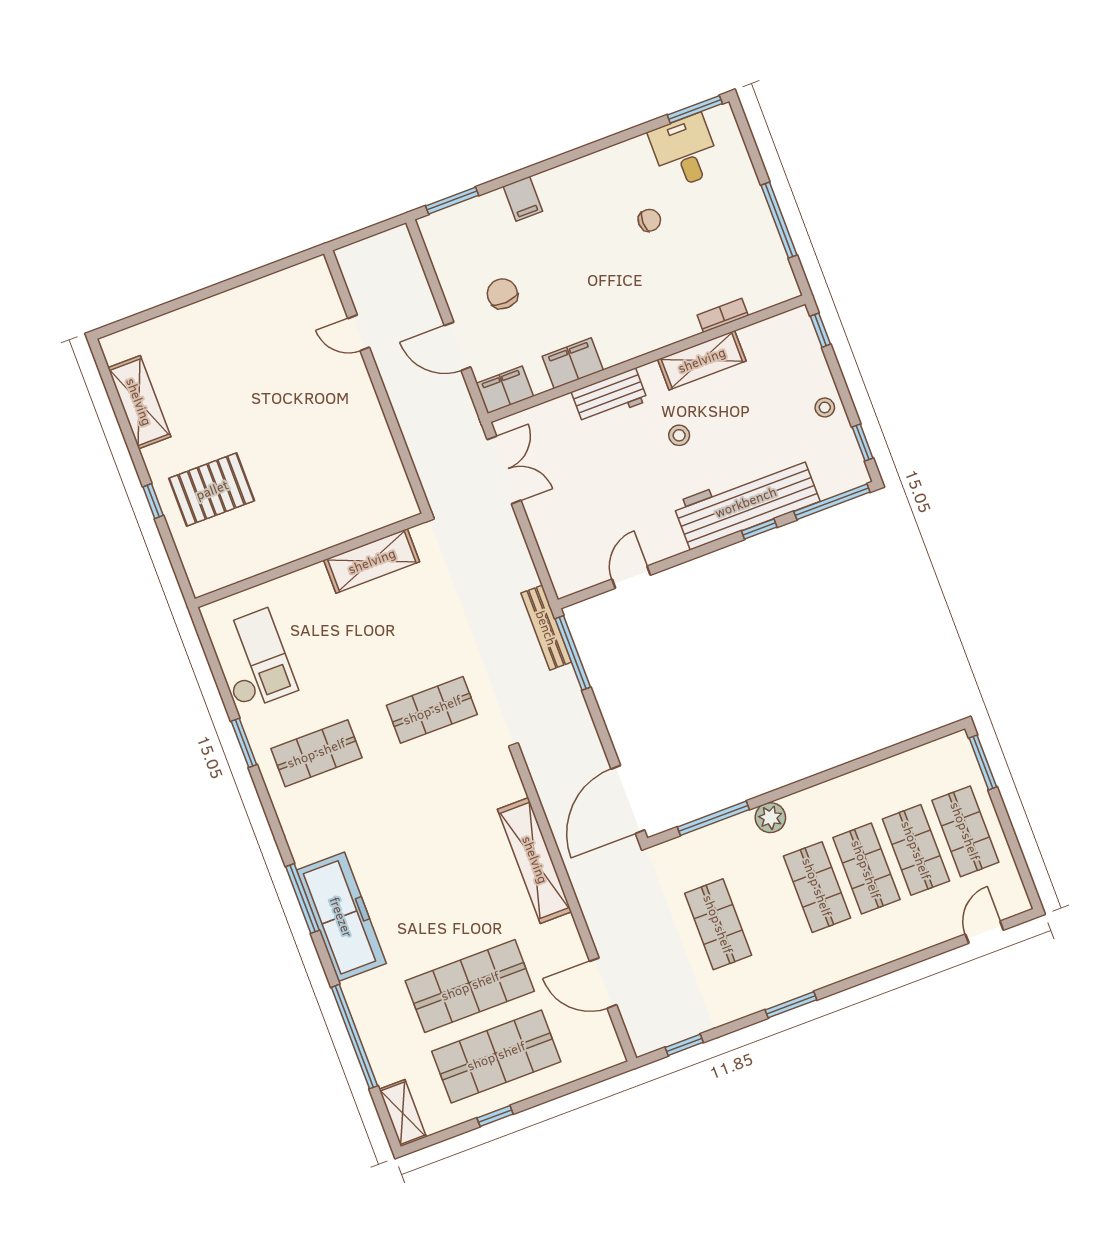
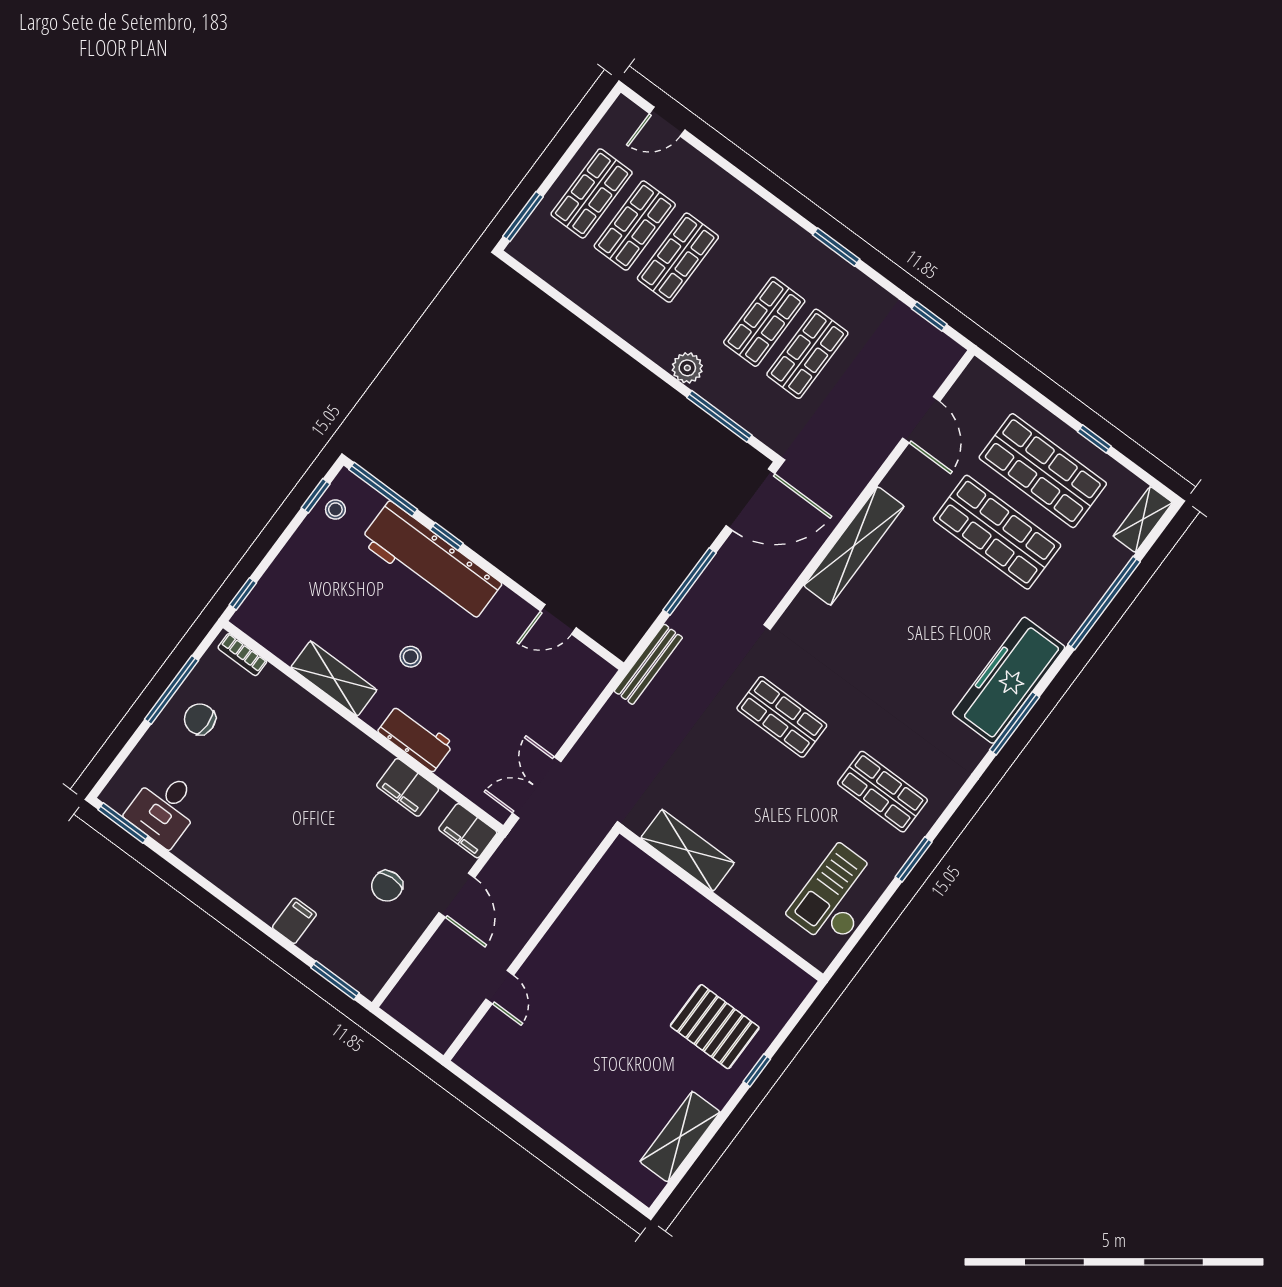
chair: (649, 220) -> (200, 719), moved, width x1.37, depth x1.37
bookcase: (723, 315) -> (242, 655), moved
stool: (825, 407) -> (335, 510), moved
window: (573, 653) -> (690, 581), moved
shop shelf: (817, 887) -> (764, 322), moved

